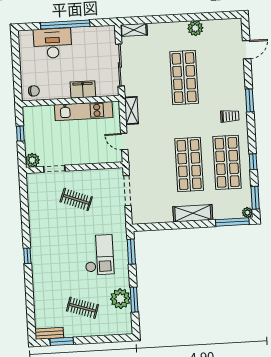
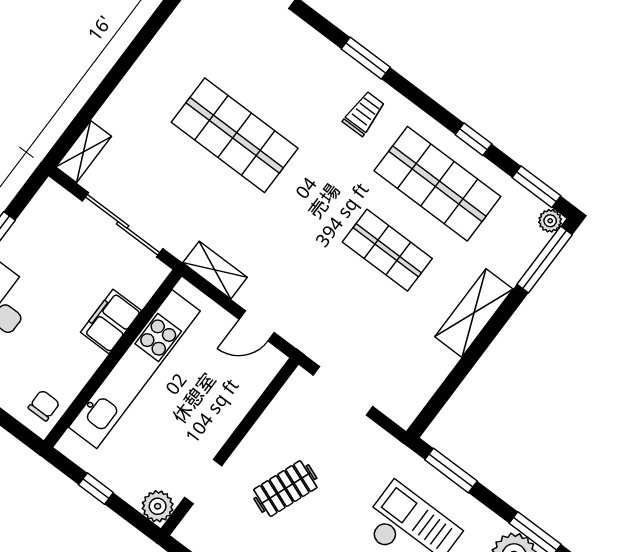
plant: (195, 28) -> (168, 46), removed
kitchen unit: (84, 111) -> (134, 369), width x1.36
shop shelf: (189, 165) -> (387, 250), width x0.70, depth x0.74

